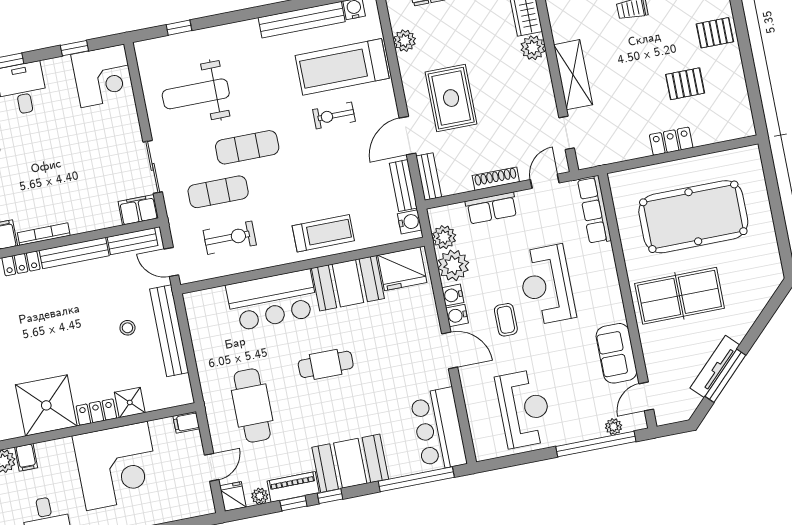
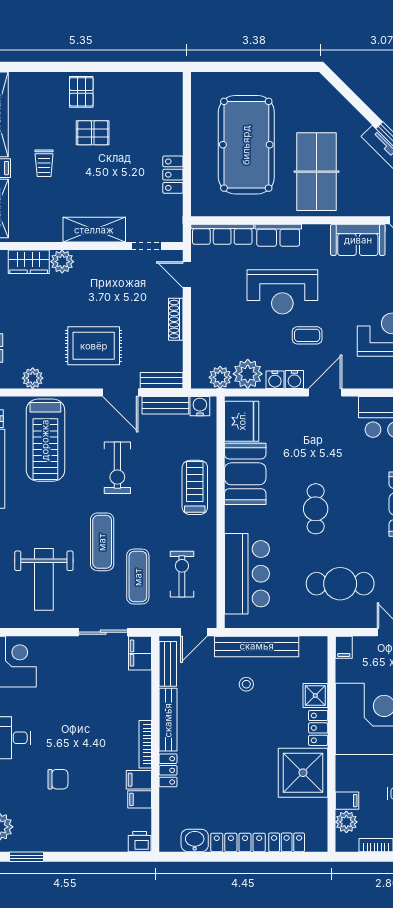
pallet: (685, 84) -> (93, 133), moved, turned 90
exercise bike: (334, 115) -> (117, 468), moved, width x1.38, depth x1.39
locker: (671, 141) -> (173, 175), moved
row of seats: (491, 208) -> (278, 235), moved, turned 90
bar counter: (272, 300) -> (247, 574), moved

